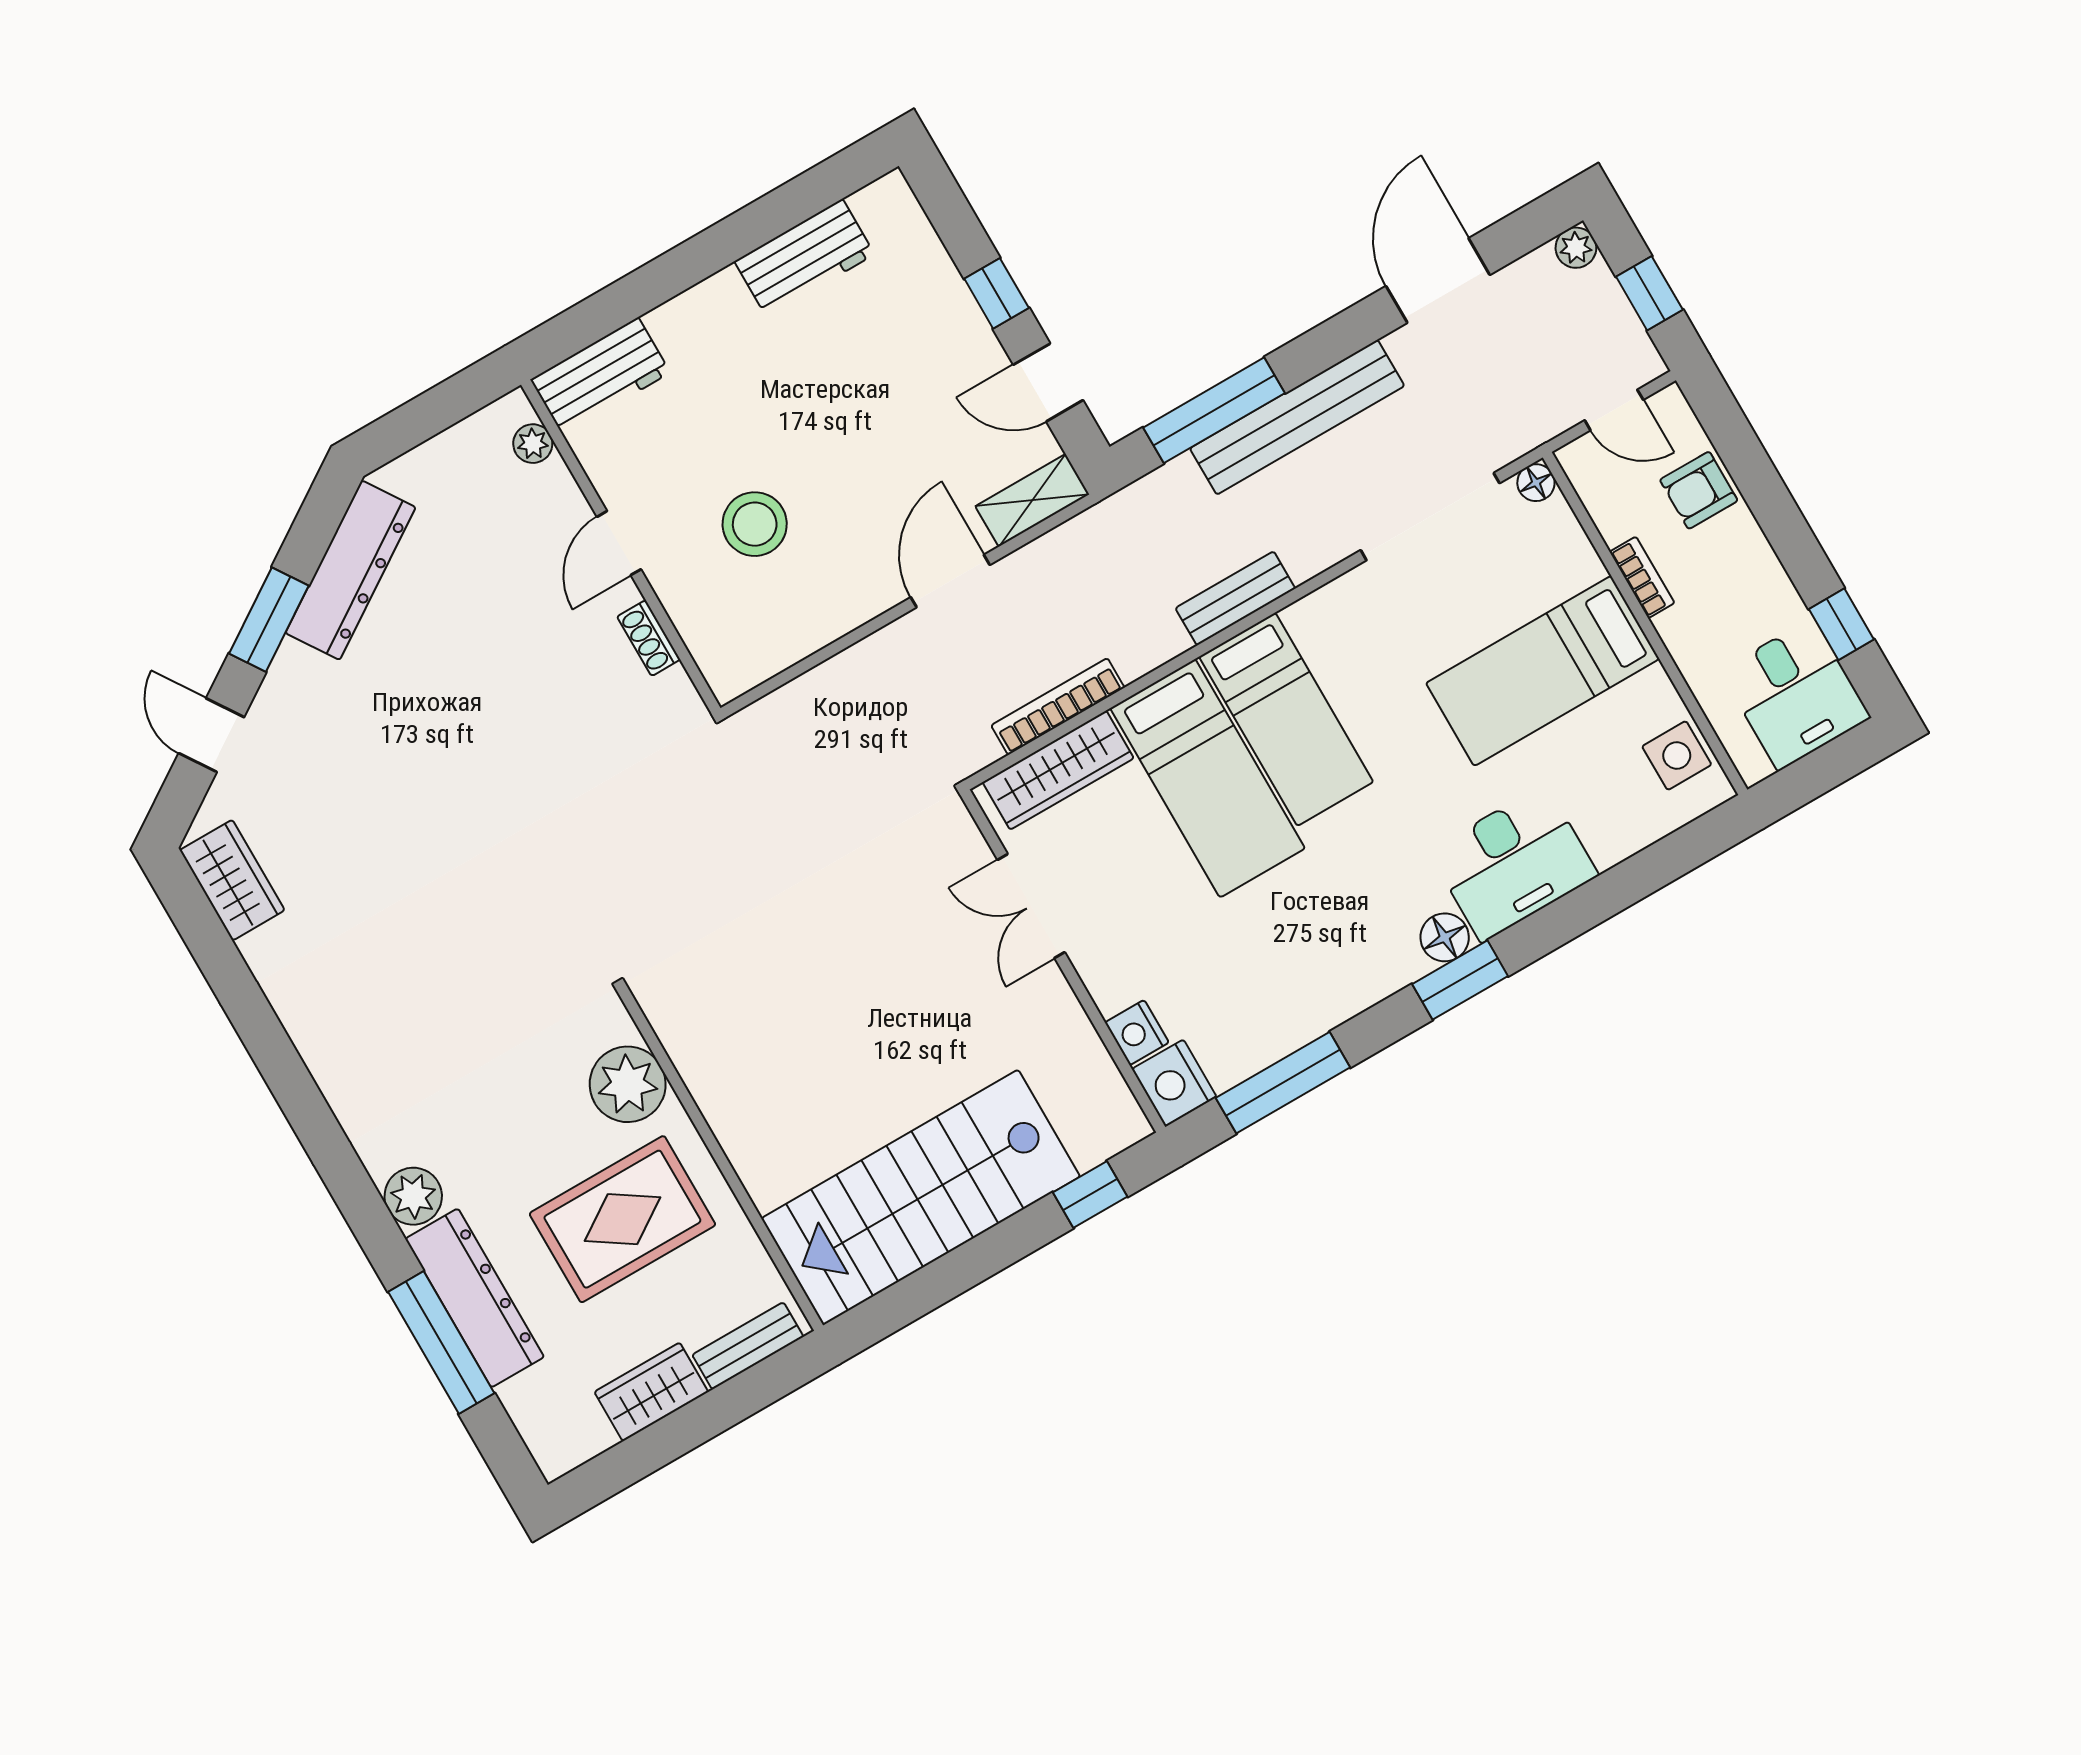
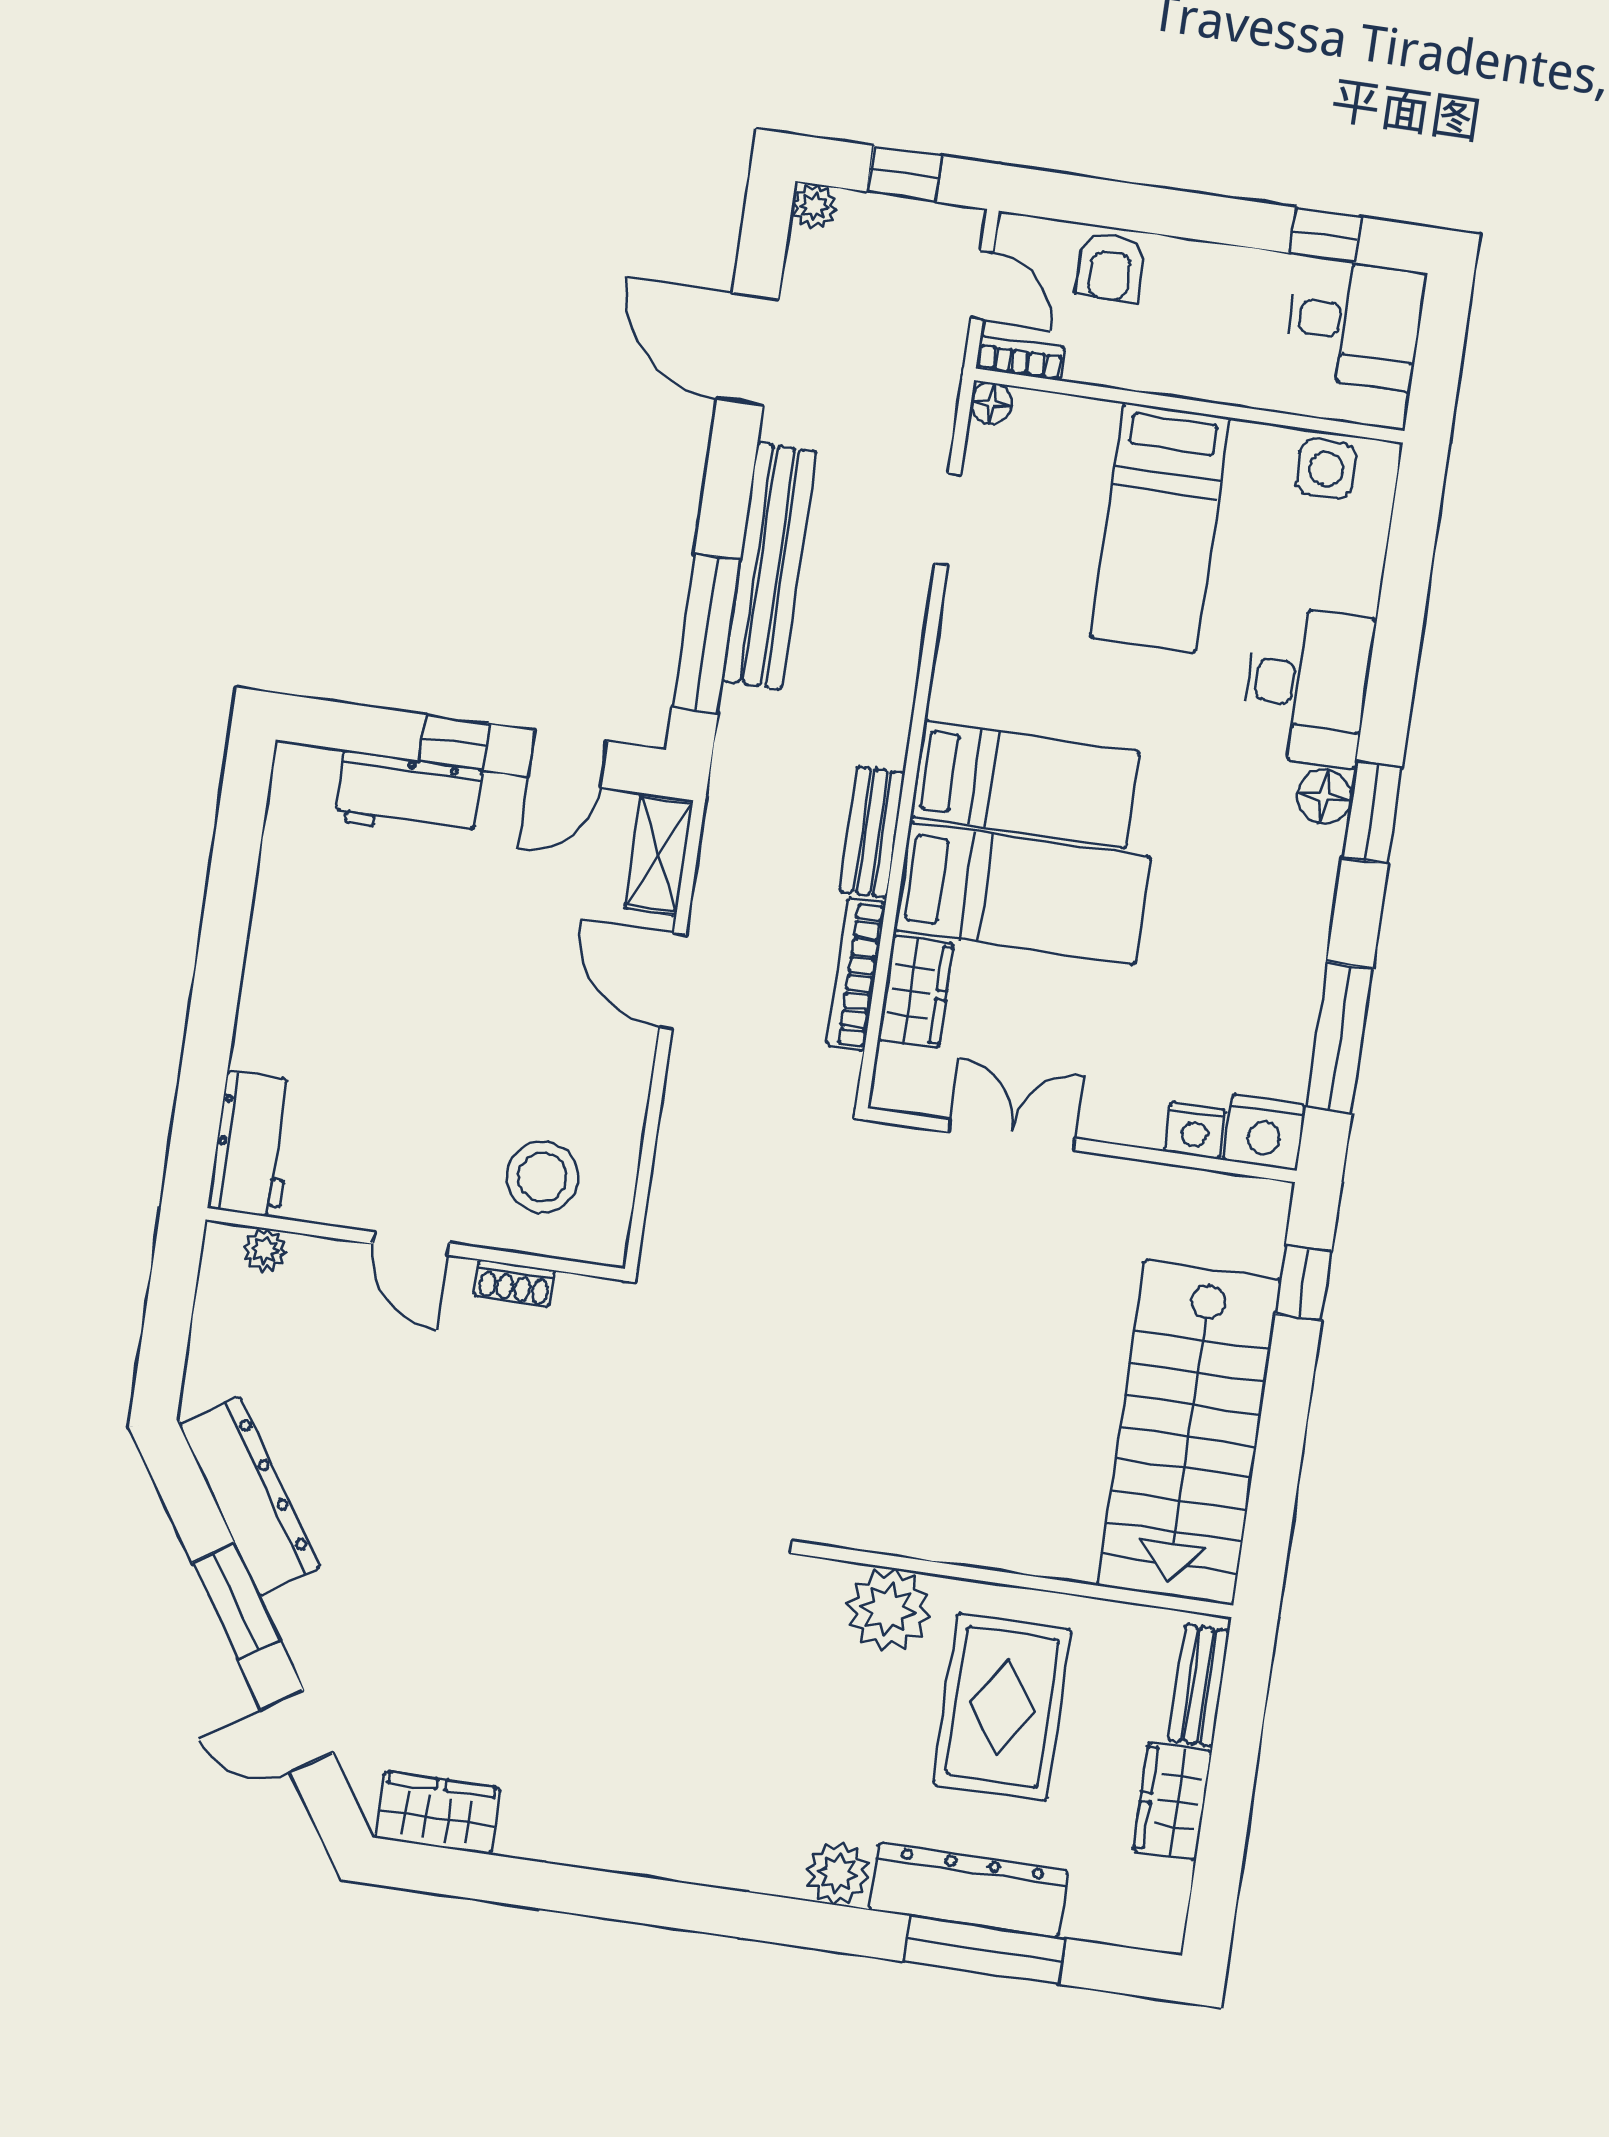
workbench: (804, 258) -> (408, 795), moved, turned 90
door: (1614, 410) -> (982, 285), hinge flipped
doorway: (1430, 517) -> (948, 519), width x0.53
stool: (755, 524) -> (542, 1177), moved
bookcase: (1642, 577) -> (1020, 358), moved
bench: (1235, 598) -> (872, 832), moved
wardrobe: (1058, 770) -> (916, 992), width x0.67
double door: (1031, 906) -> (1012, 1135), swing flipped

